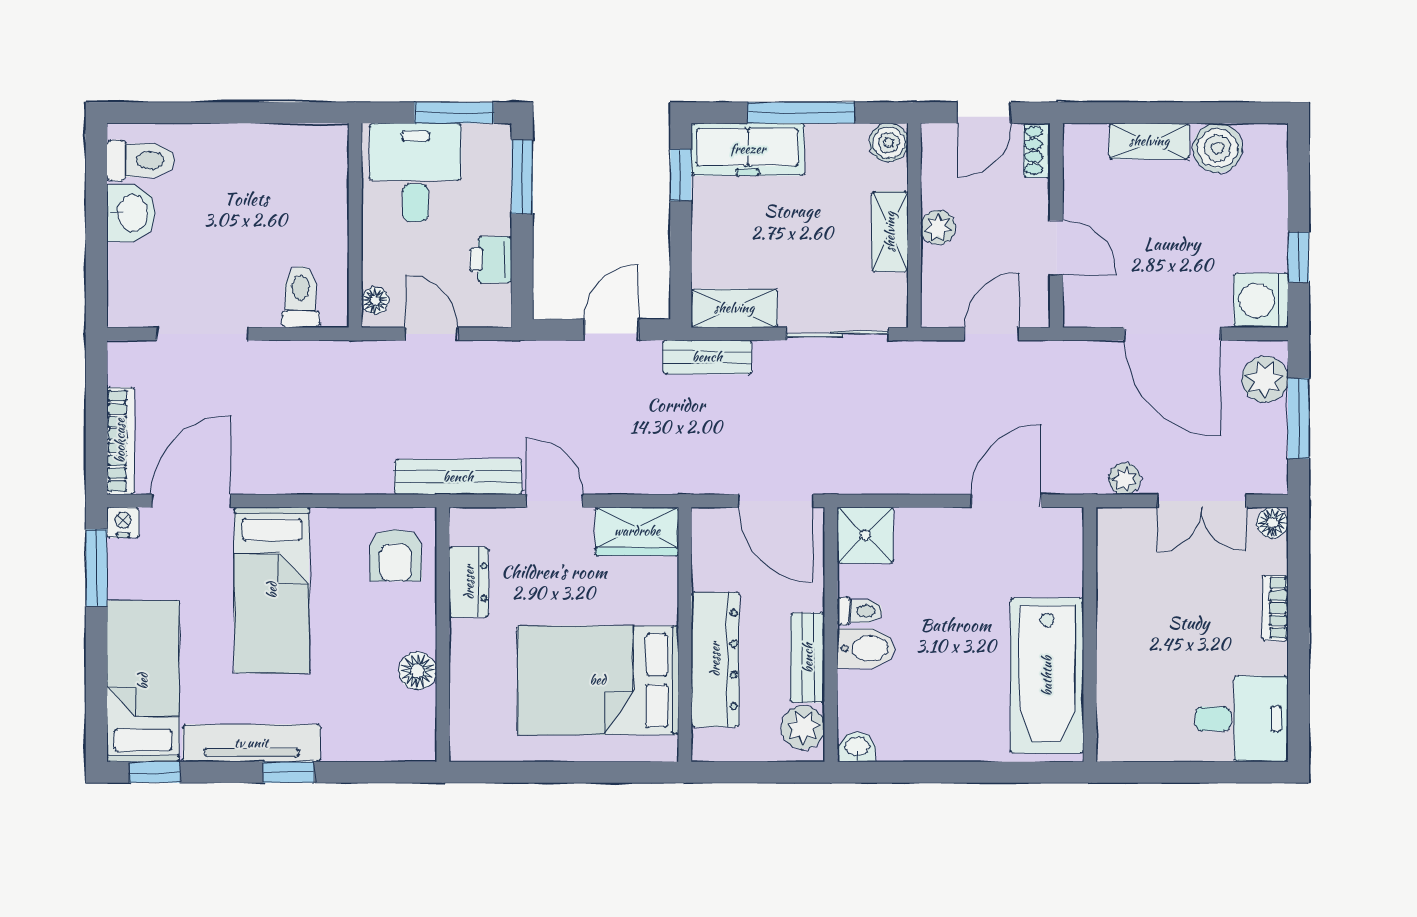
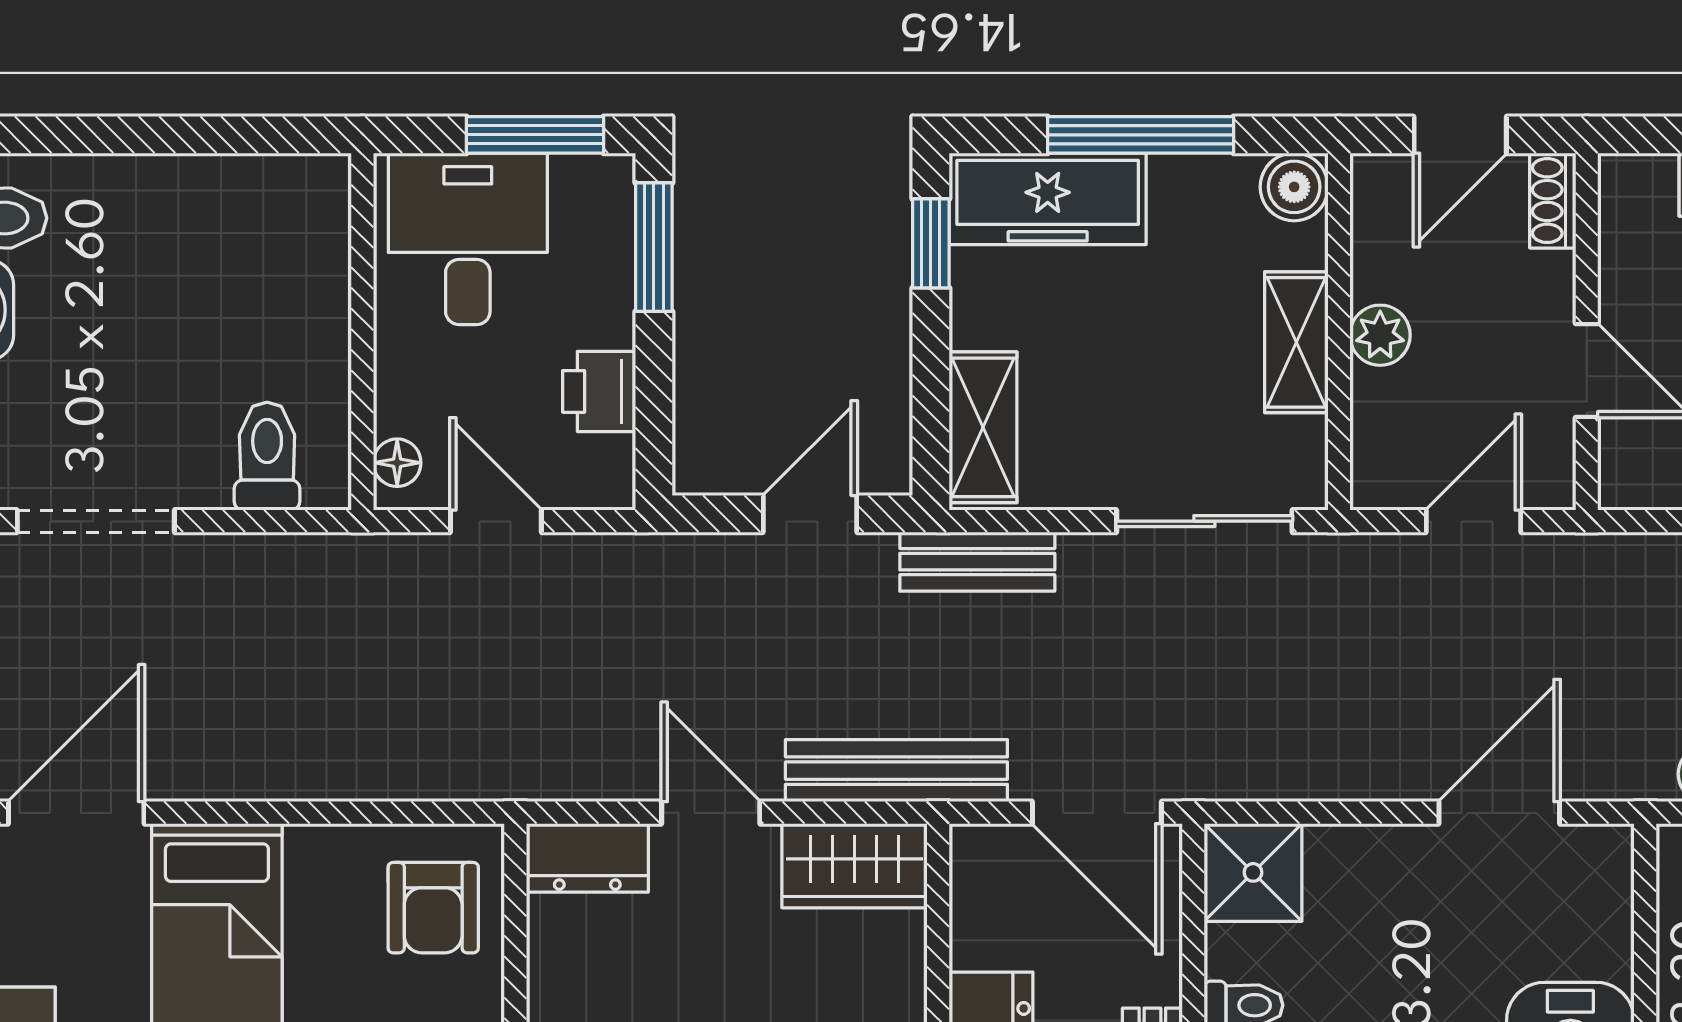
shelving: (734, 308) -> (983, 427), moved, turned 90
bench: (458, 477) -> (896, 771), moved
dresser: (469, 582) -> (587, 858), moved, turned 90

